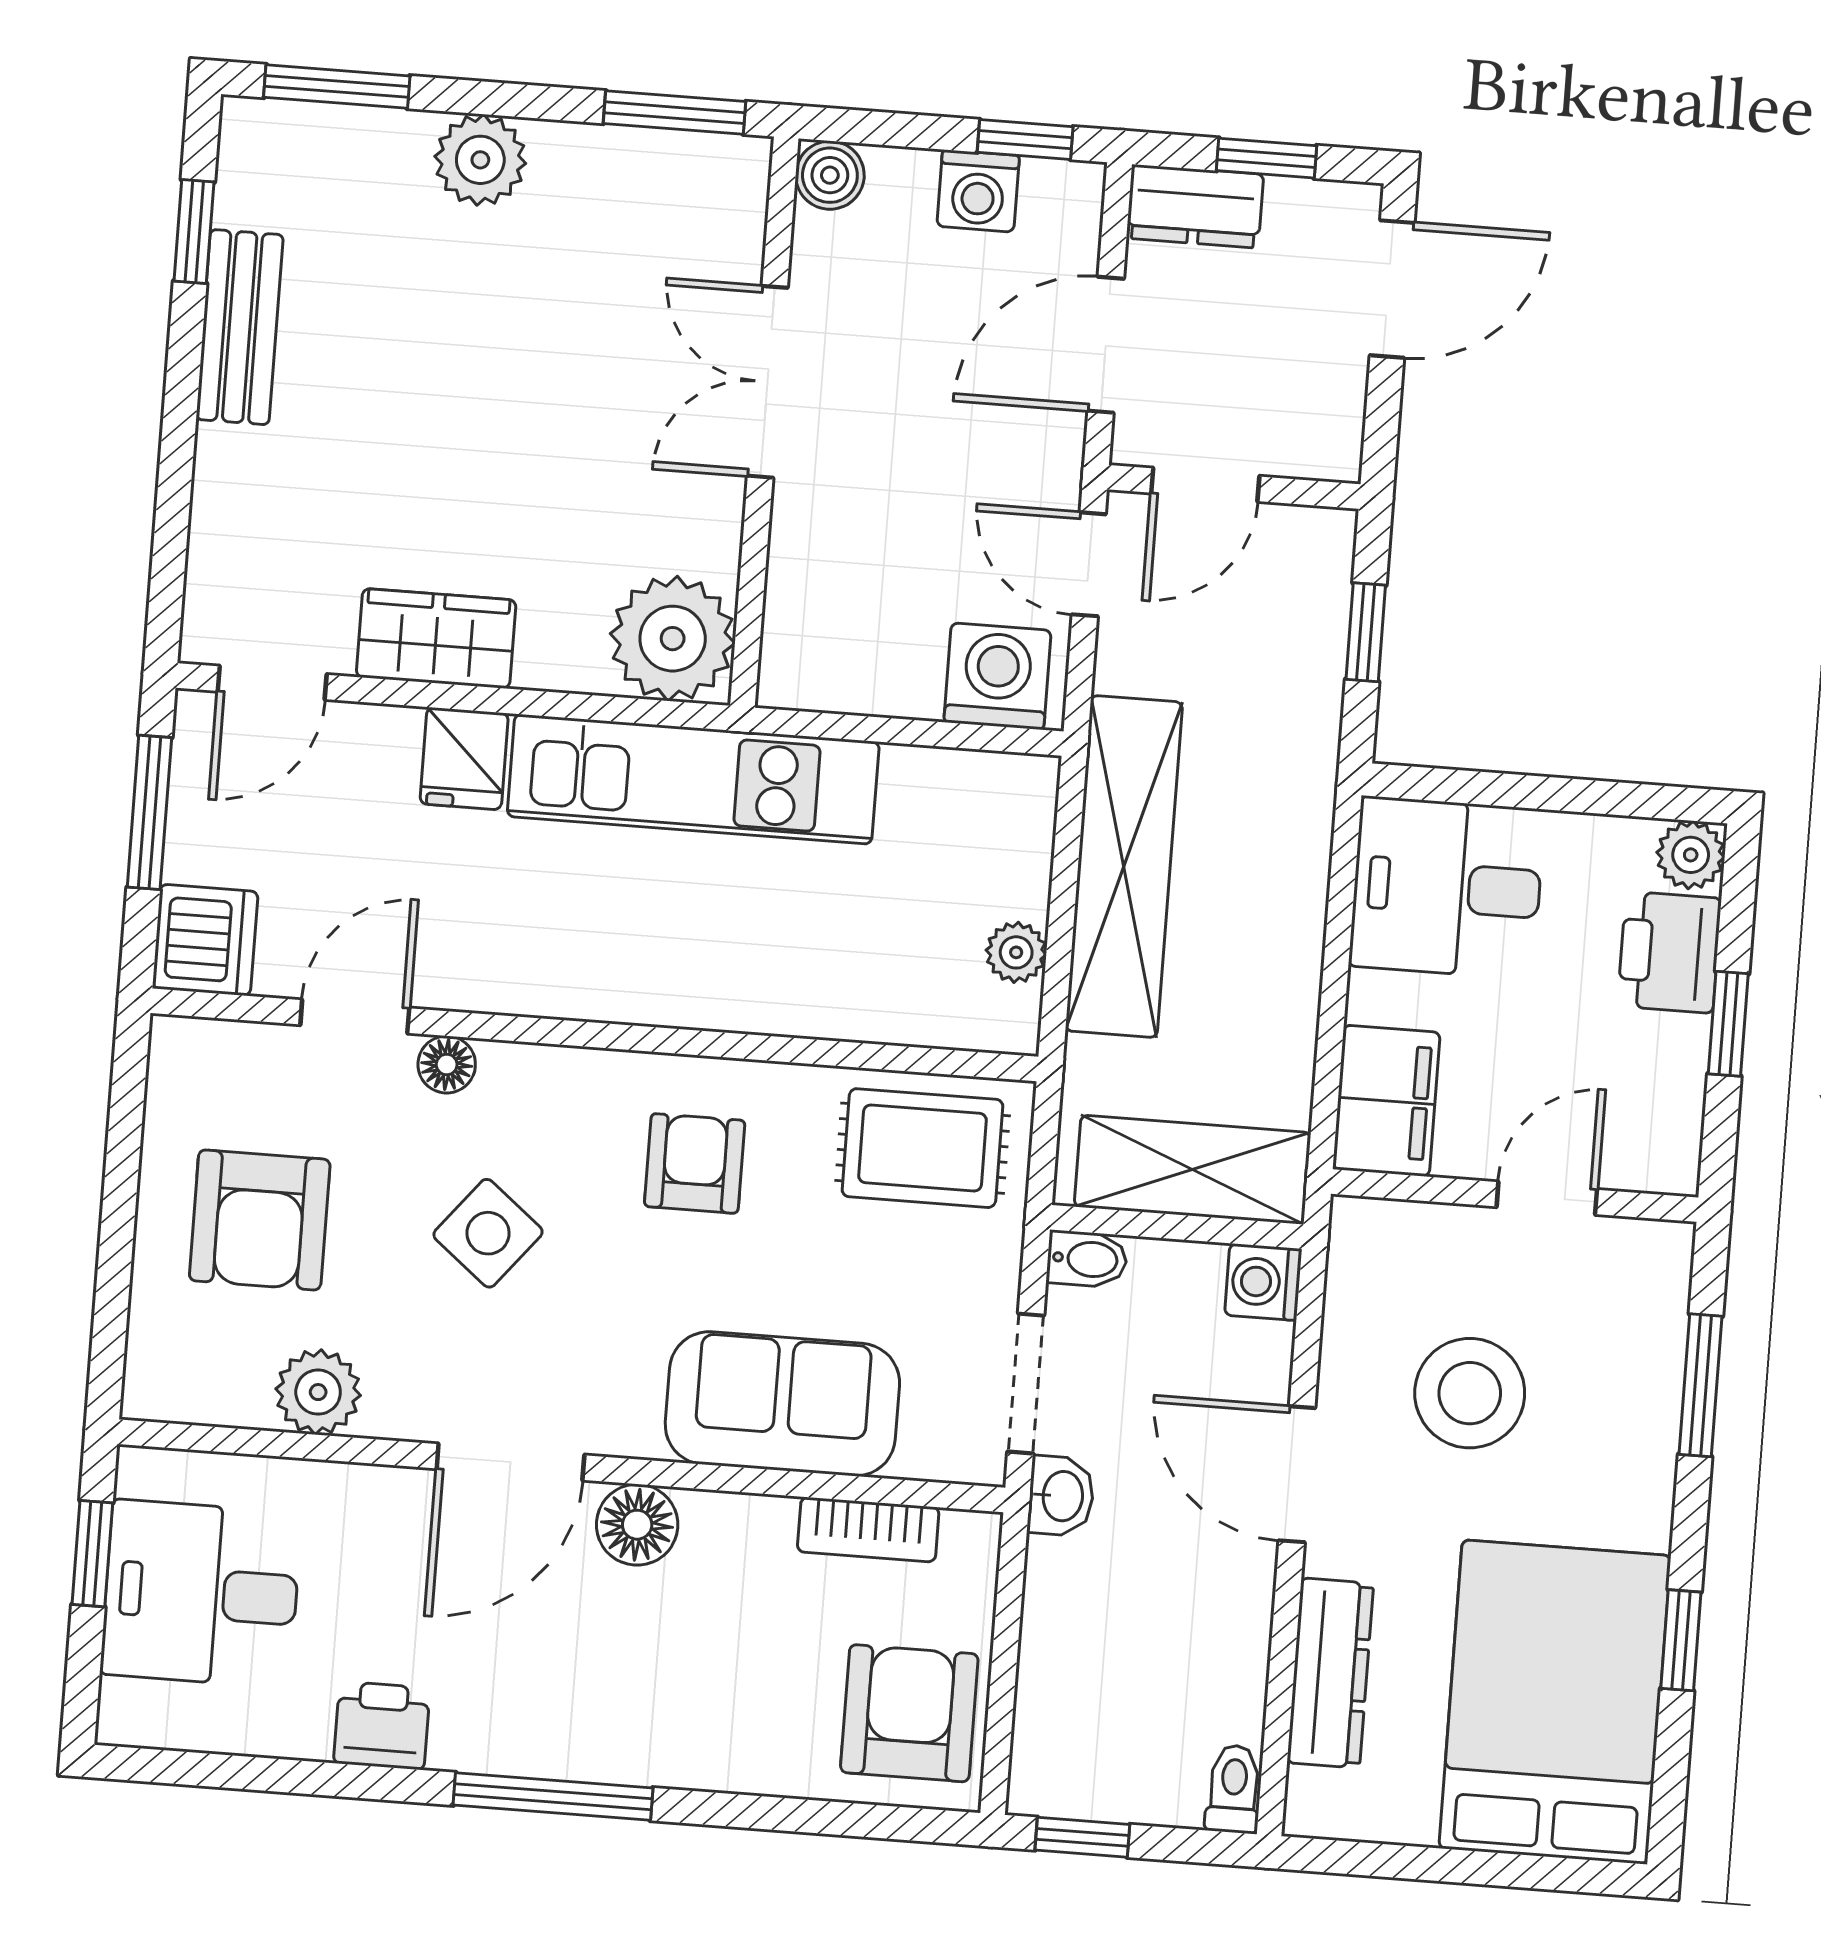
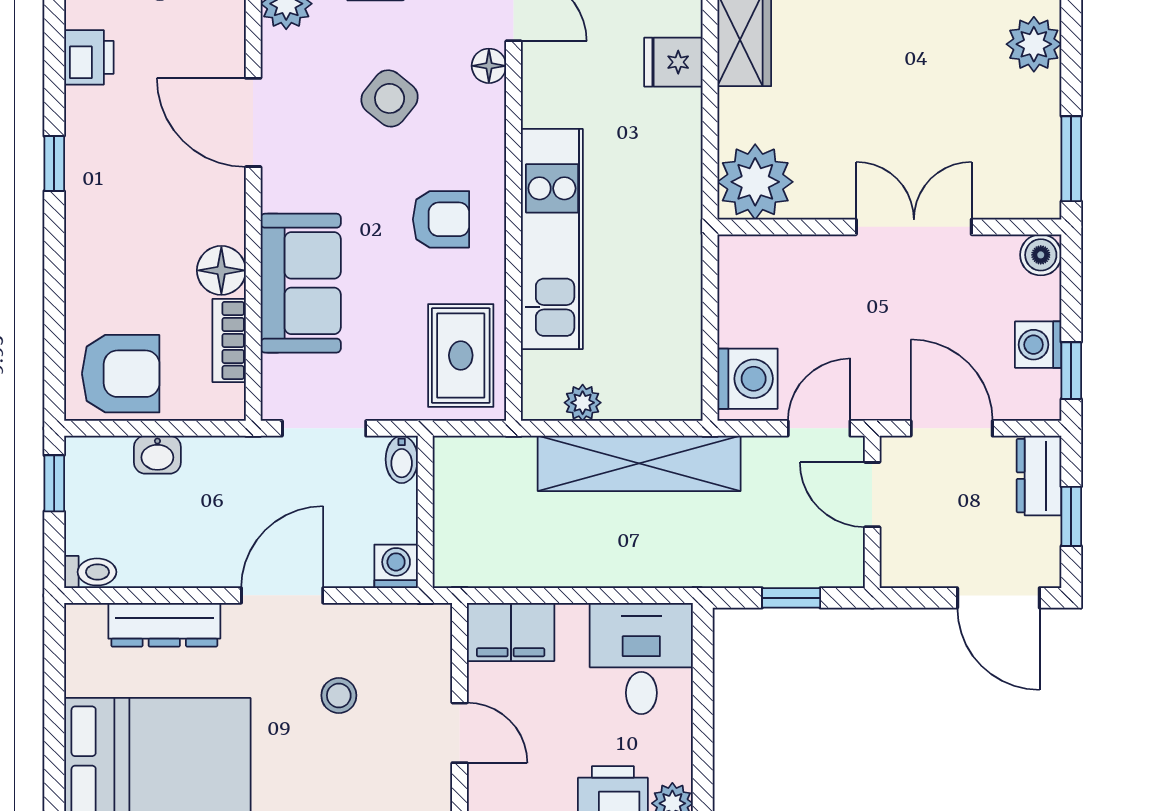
kitchen unit: (693, 779) -> (552, 239), moved, turned 180
shelving: (1192, 1170) -> (460, 519), removed
stool: (1470, 1393) -> (339, 695), width x0.53, depth x0.53
washbasin: (1061, 1496) -> (157, 455), moved
floor lamp: (637, 1525) -> (221, 270), moved
window: (553, 1797) -> (54, 164), width x0.46

